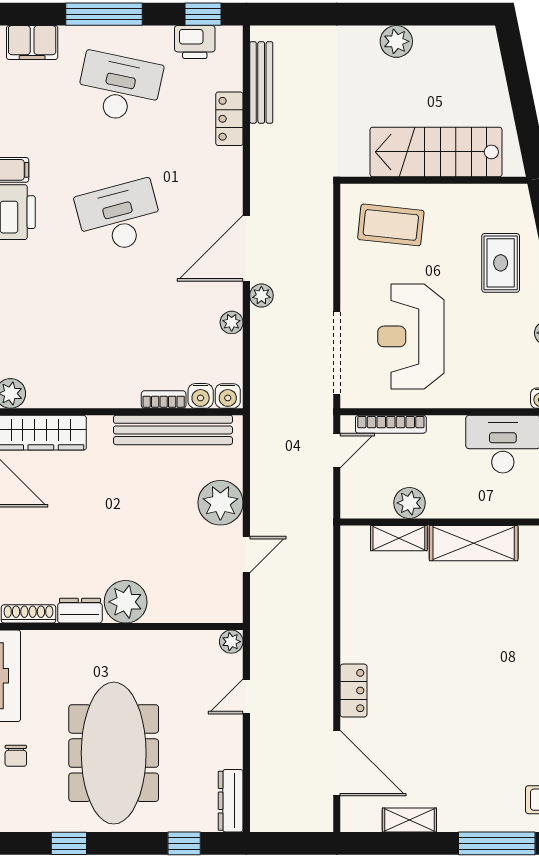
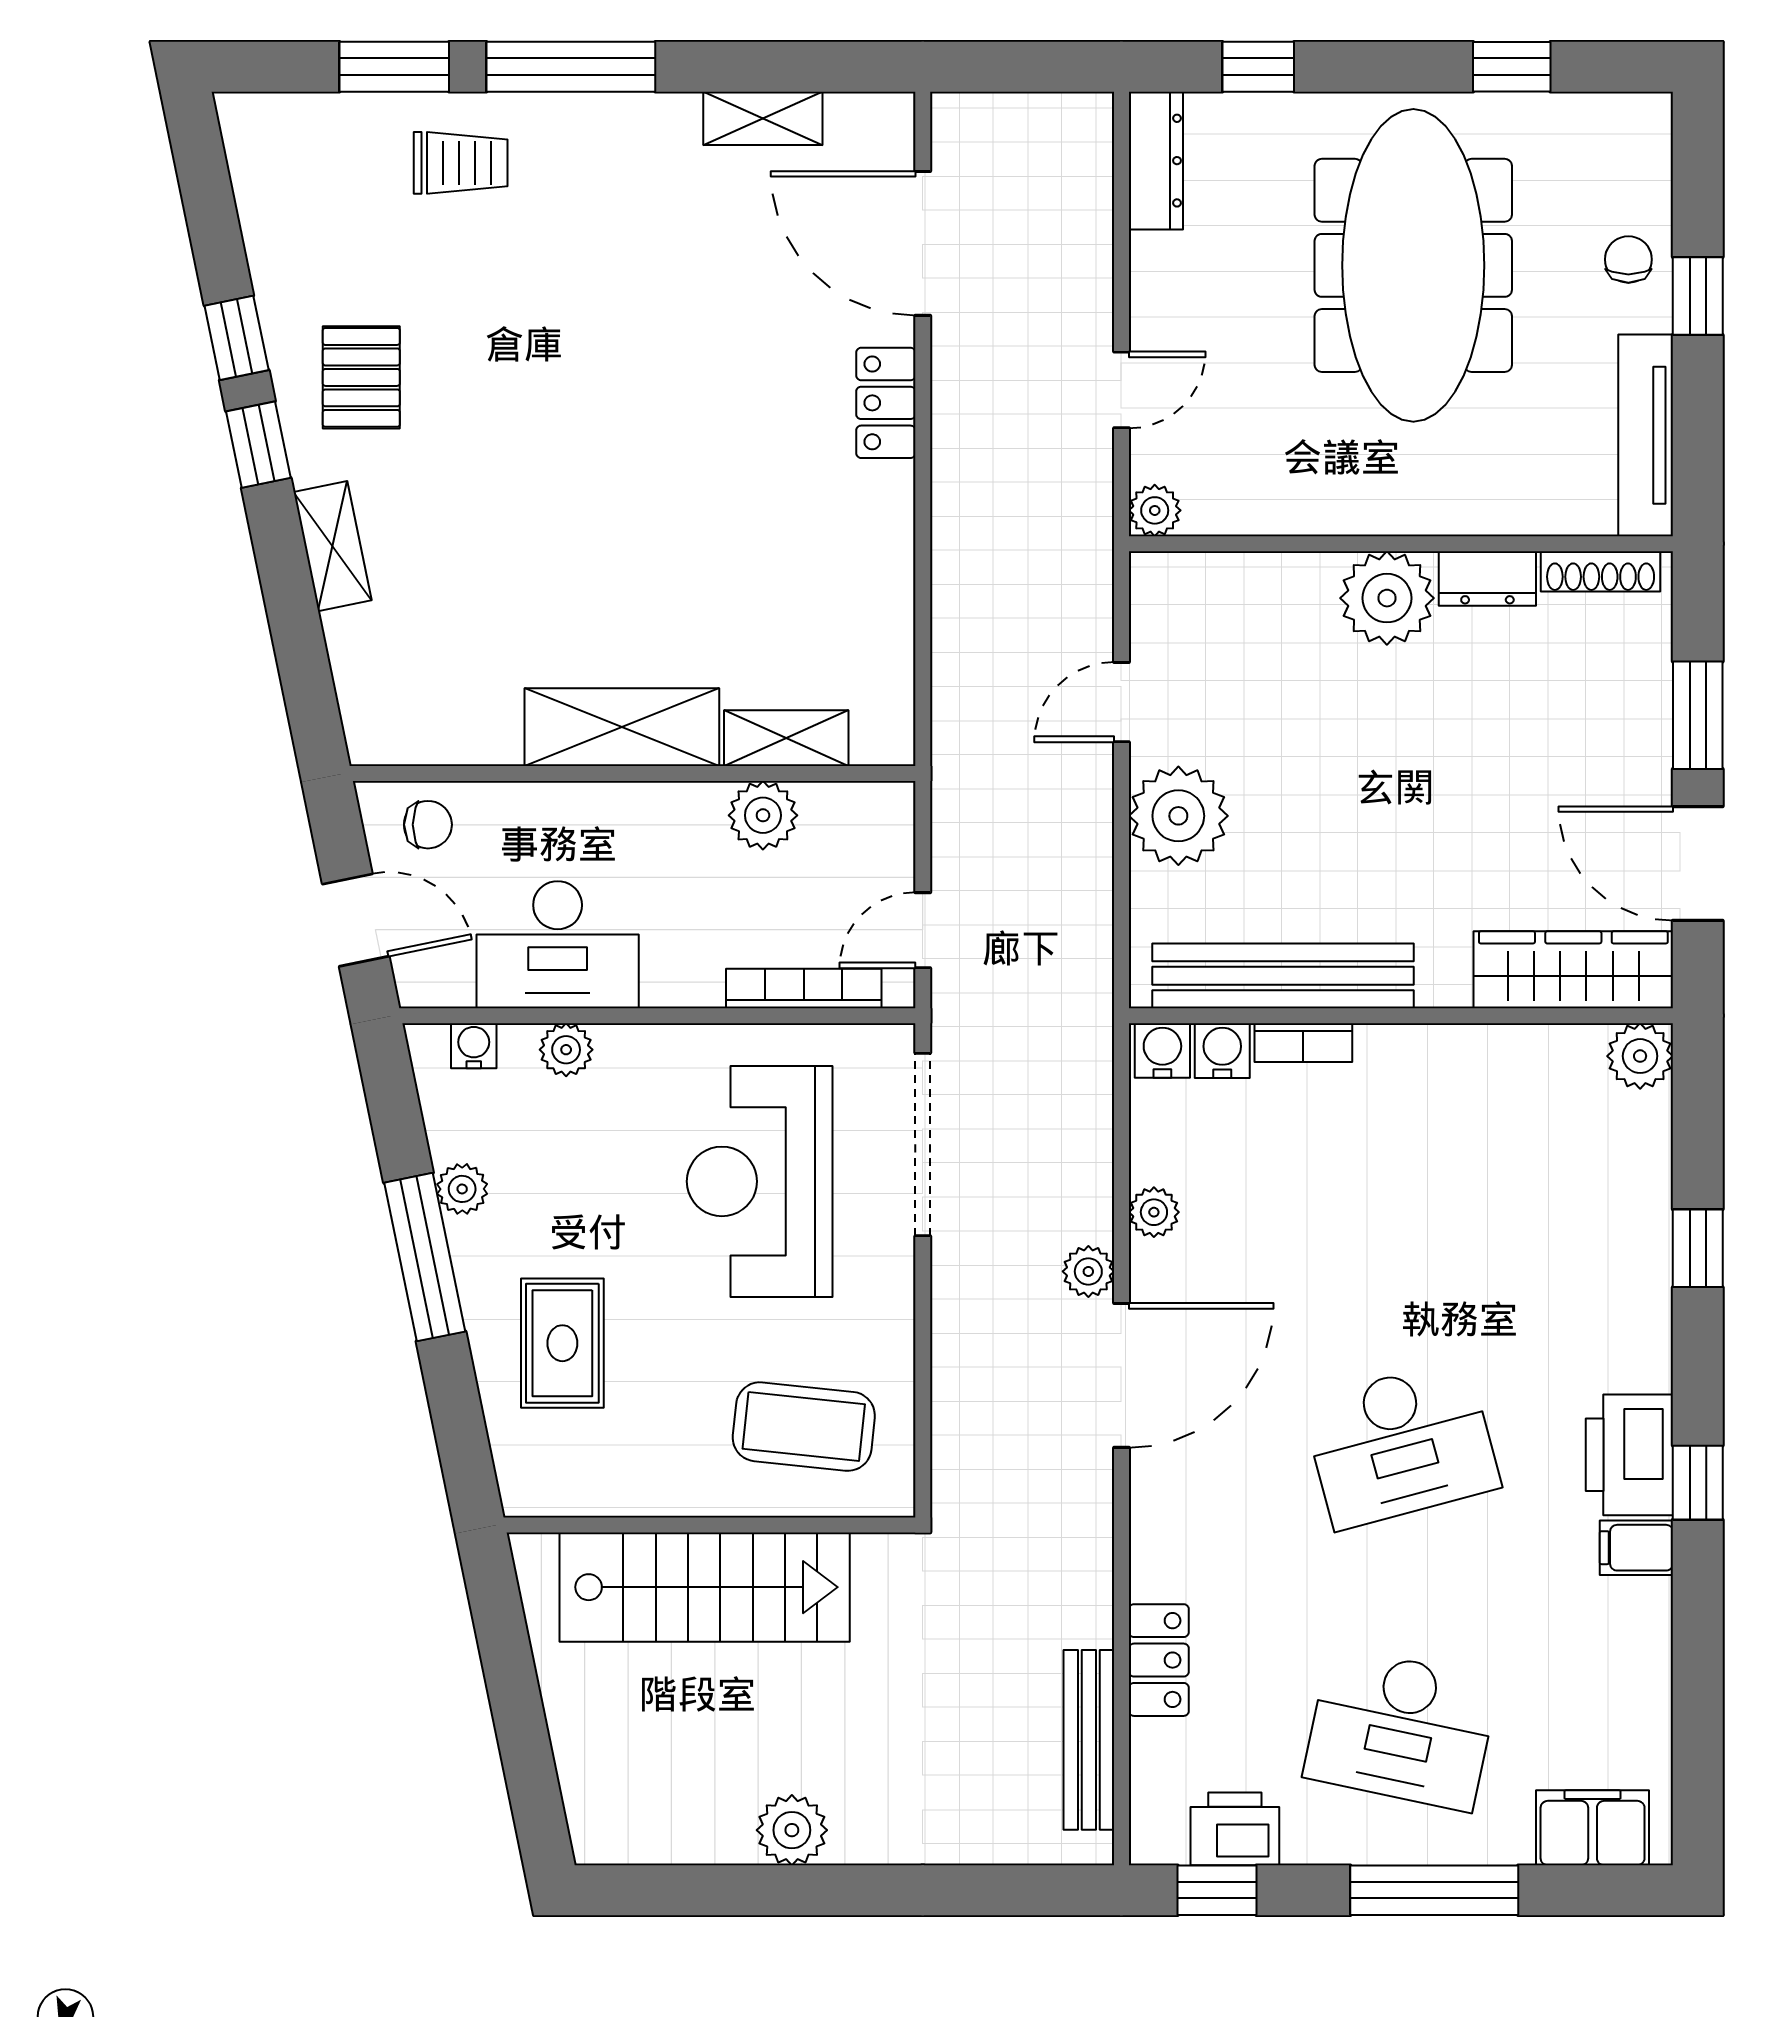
reception desk: (411, 336) -> (760, 1181), turned 180
plant: (499, 396) -> (566, 1050), added

